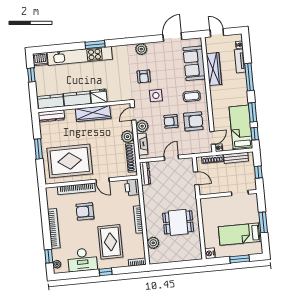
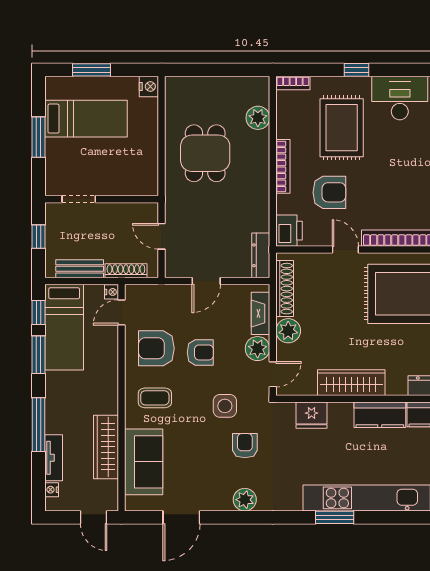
fridge: (99, 96) -> (312, 415), moved
armchair: (85, 211) -> (329, 192), moved
dining table: (178, 222) -> (205, 153), turned 90

